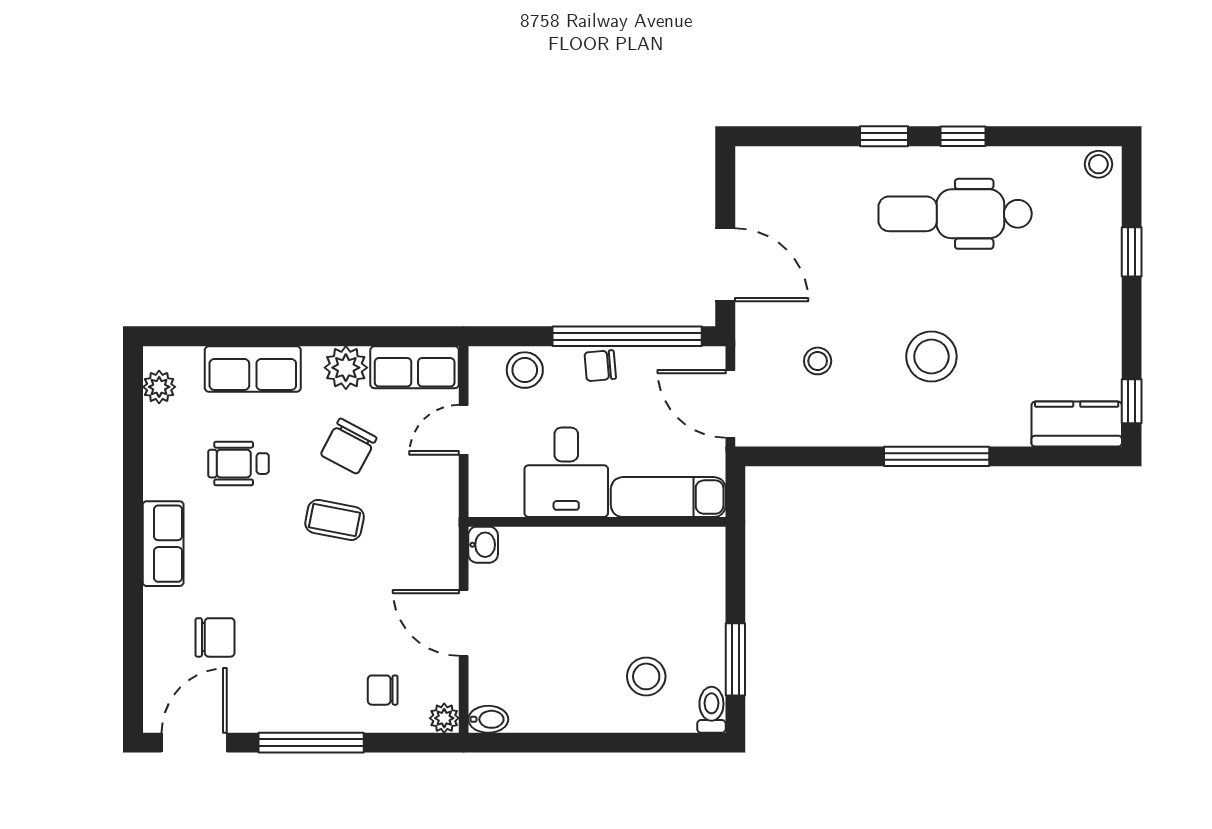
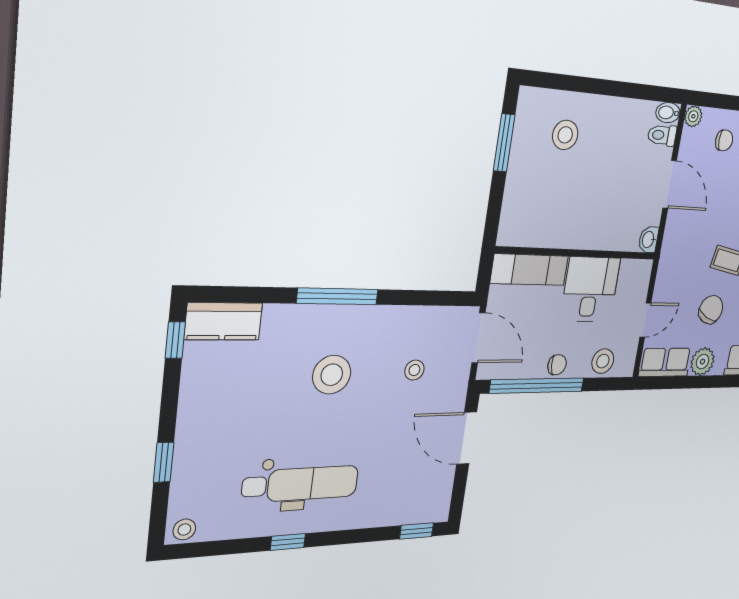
window: (884, 136) -> (417, 531), moved
toilet: (711, 710) -> (662, 135), moved, turned 90

